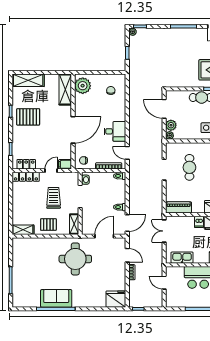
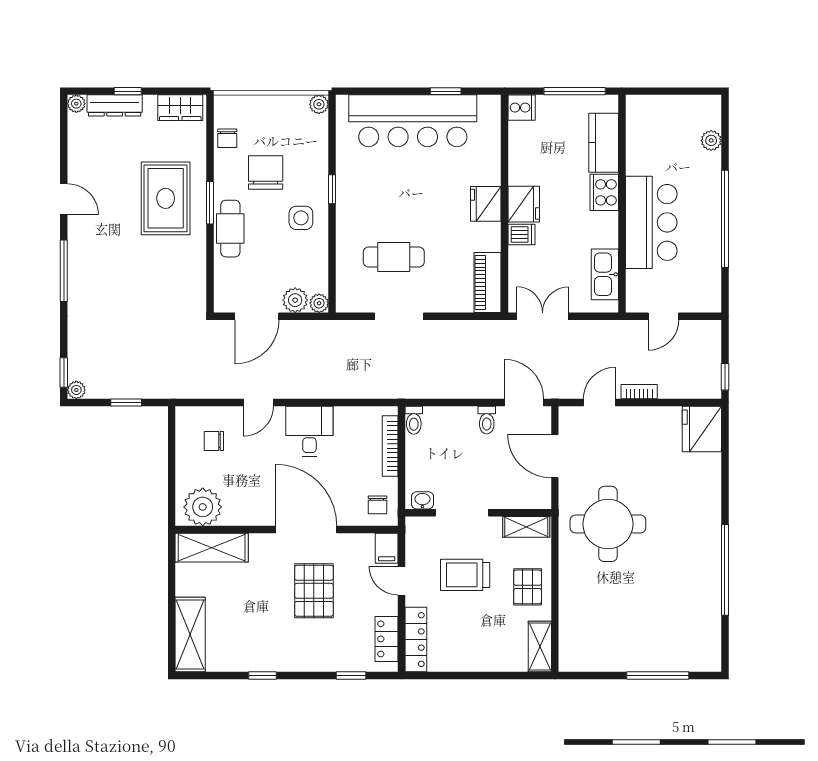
pallet: (28, 117) -> (314, 591), moved
door: (127, 153) -> (258, 403), moved
double door: (164, 231) -> (543, 316), swing flipped
sofa: (56, 298) -> (700, 569), removed

